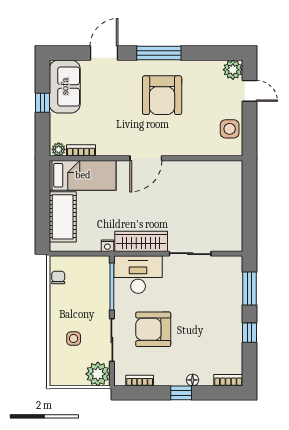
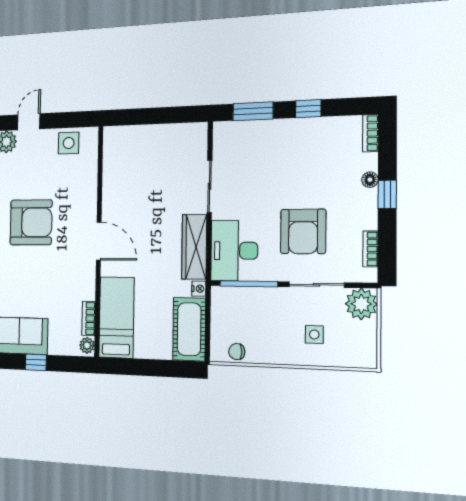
cot: (63, 217) -> (189, 329), moved, turned 90

